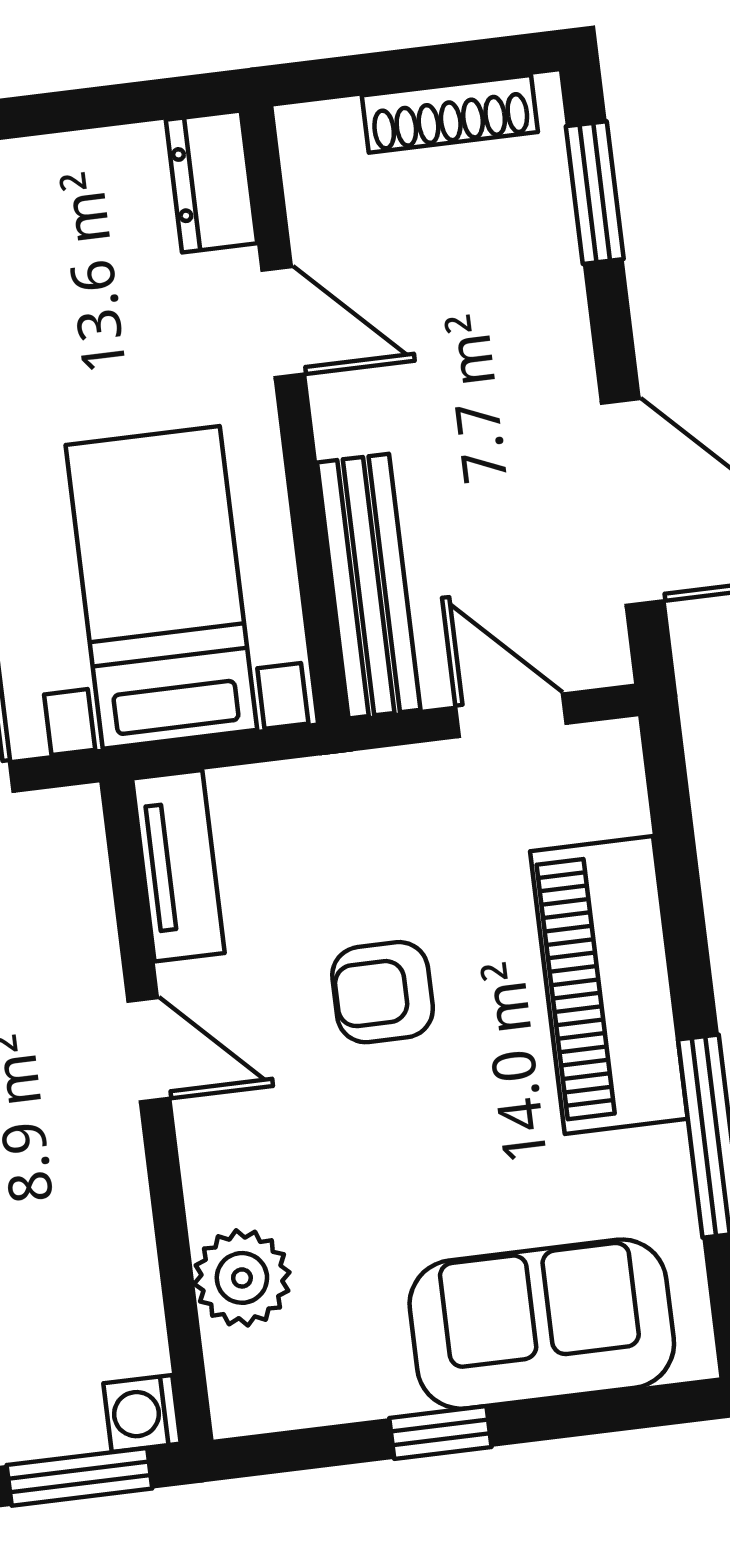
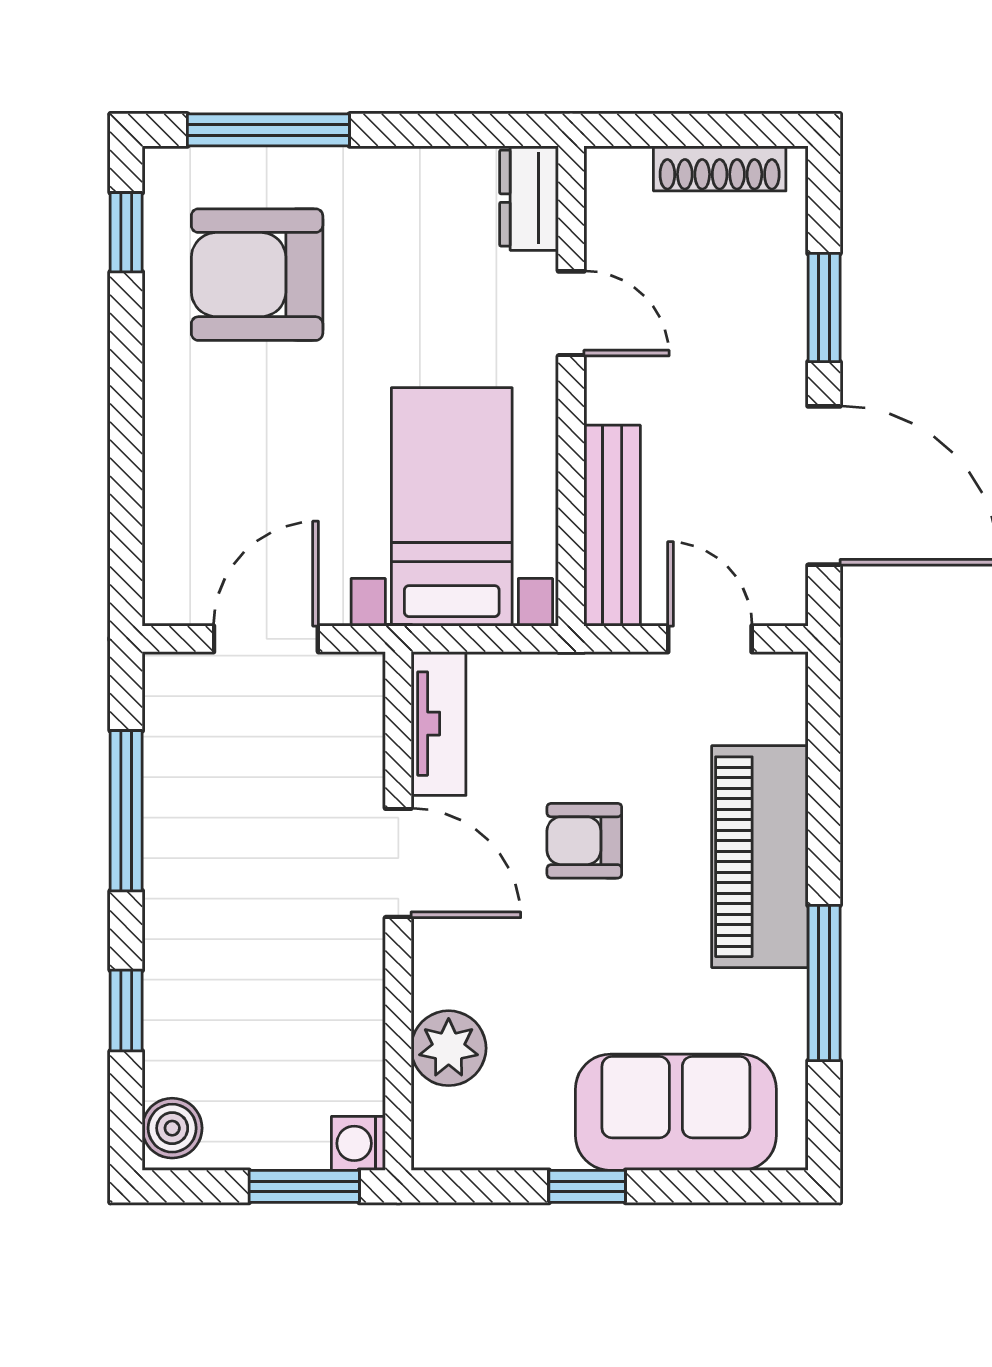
window: (595, 193) -> (824, 308), moved
door: (149, 1050) -> (398, 863), width x1.38

